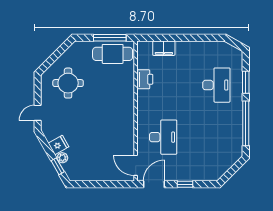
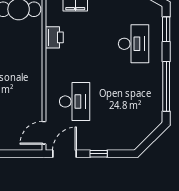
window: (246, 82) -> (166, 29), moved
door: (136, 165) -> (44, 133), hinge flipped

